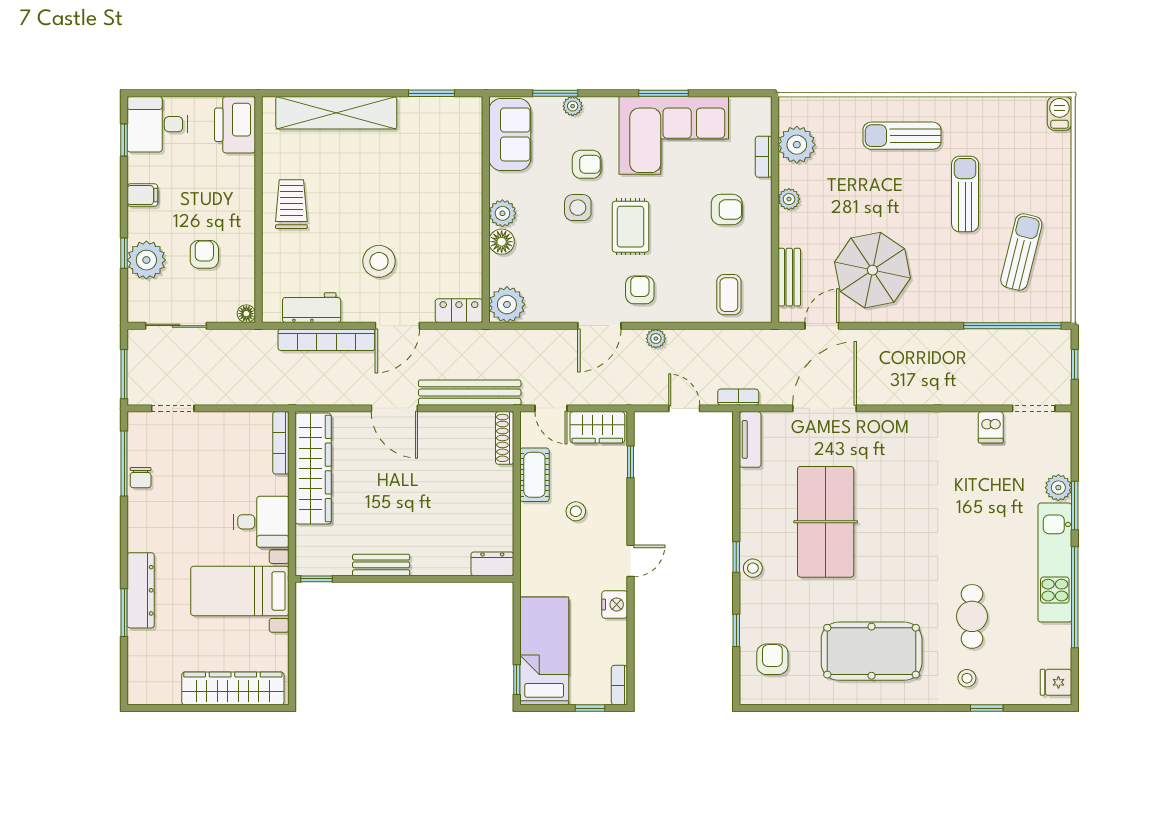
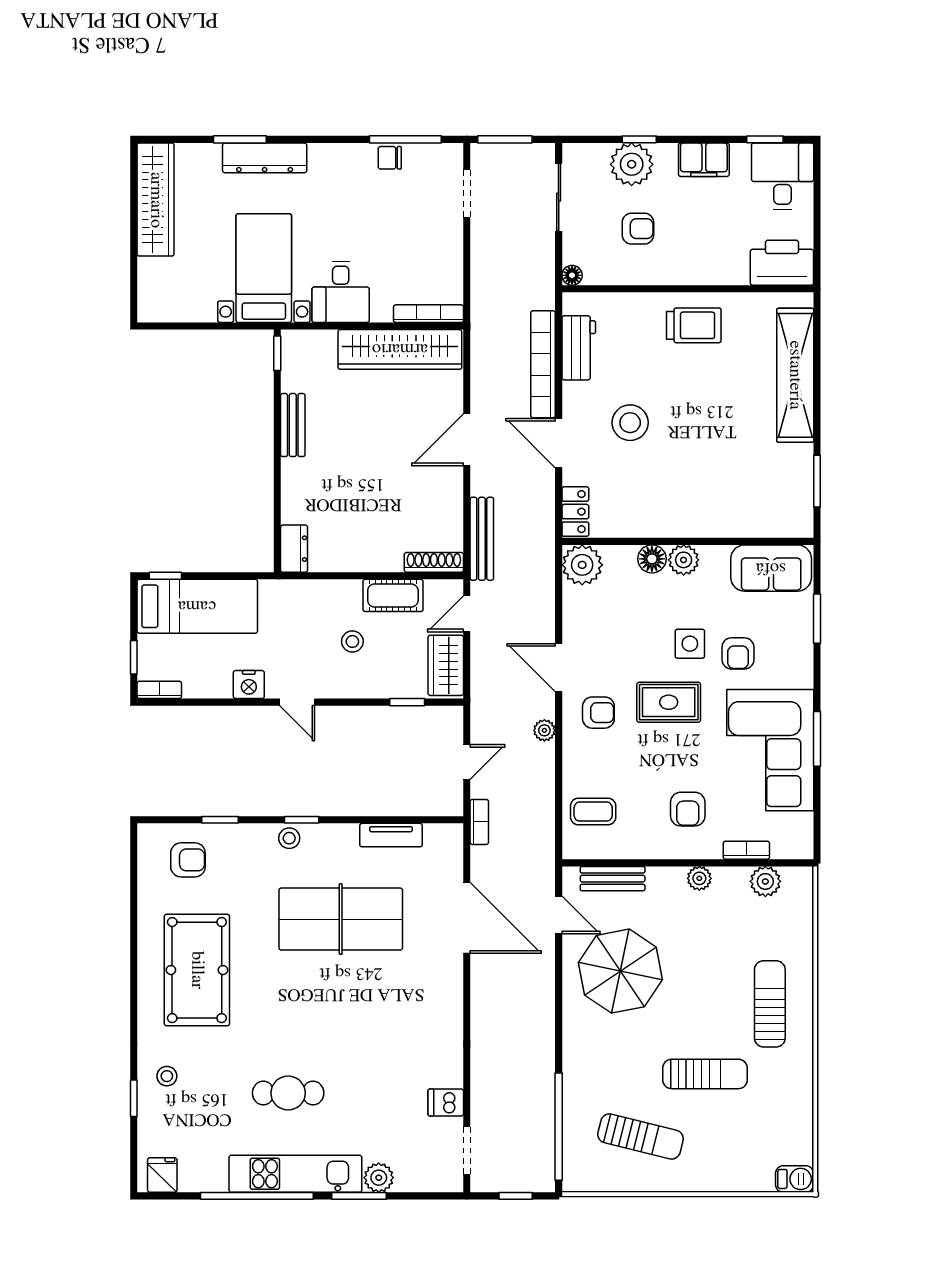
plant: (573, 106) -> (803, 638), removed
plant: (797, 145) -> (765, 881), width x0.73, depth x0.73
filing cabinet: (142, 195) -> (704, 160), width x2.00
bench: (470, 393) -> (482, 539), width x0.73, depth x0.82
tv unit: (750, 439) -> (391, 835), moved
cafe table: (972, 616) -> (288, 1093), moved
wardrobe: (233, 688) -> (156, 200), moved

